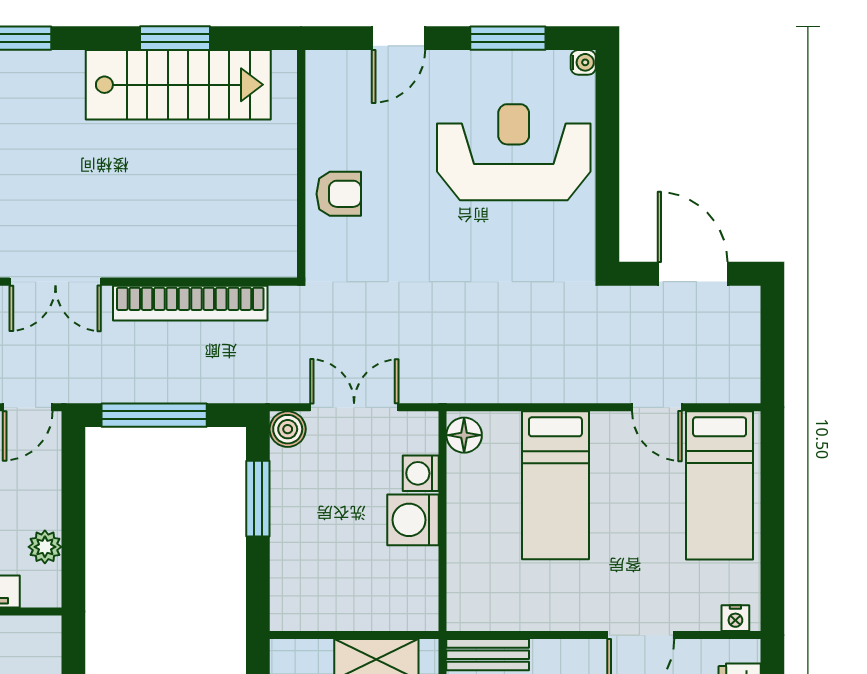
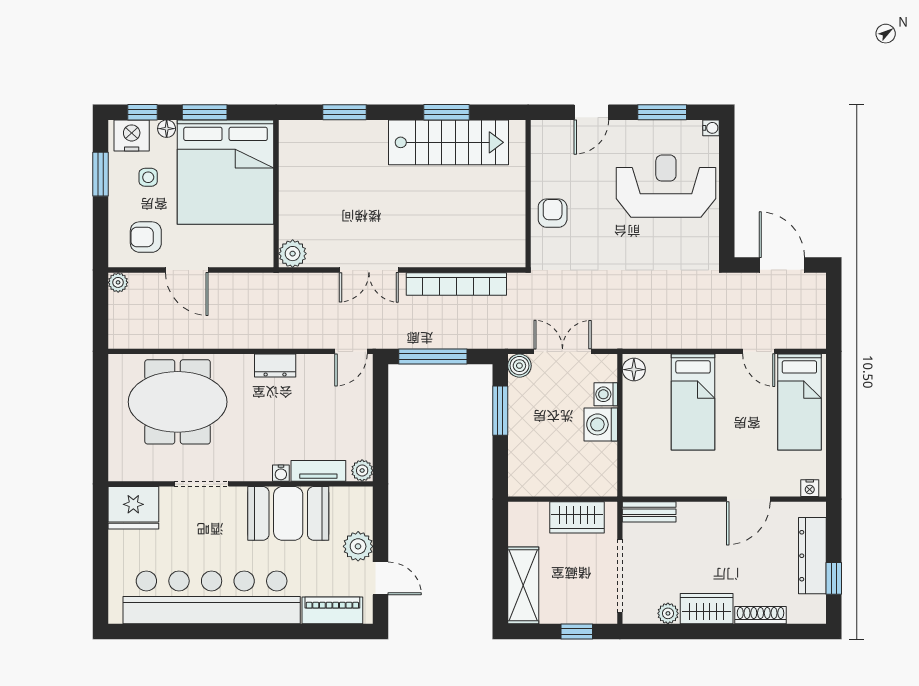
armchair: (339, 194) -> (553, 213), turned -90
plant: (45, 547) -> (362, 471), moved

